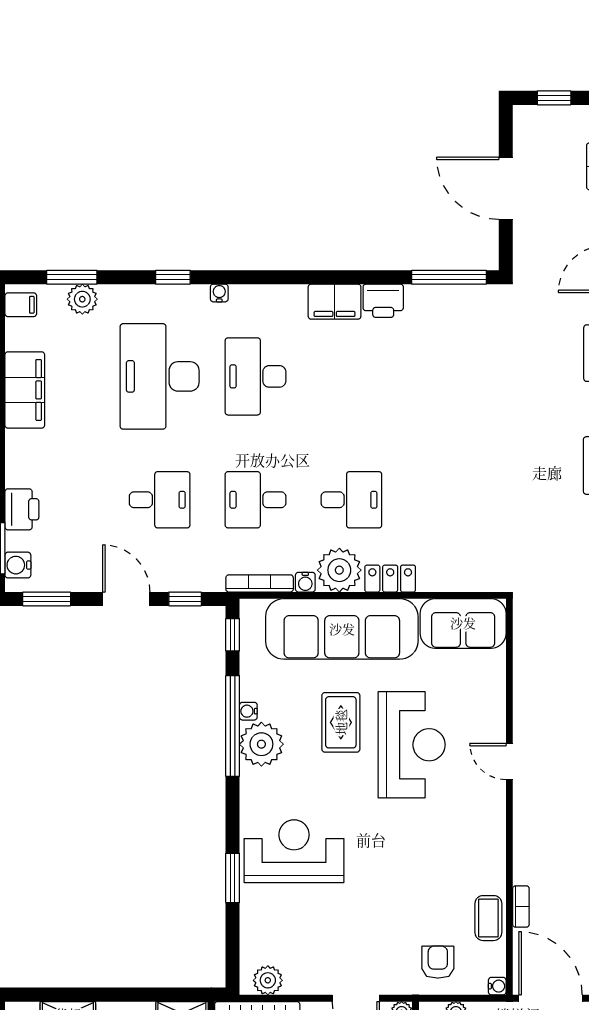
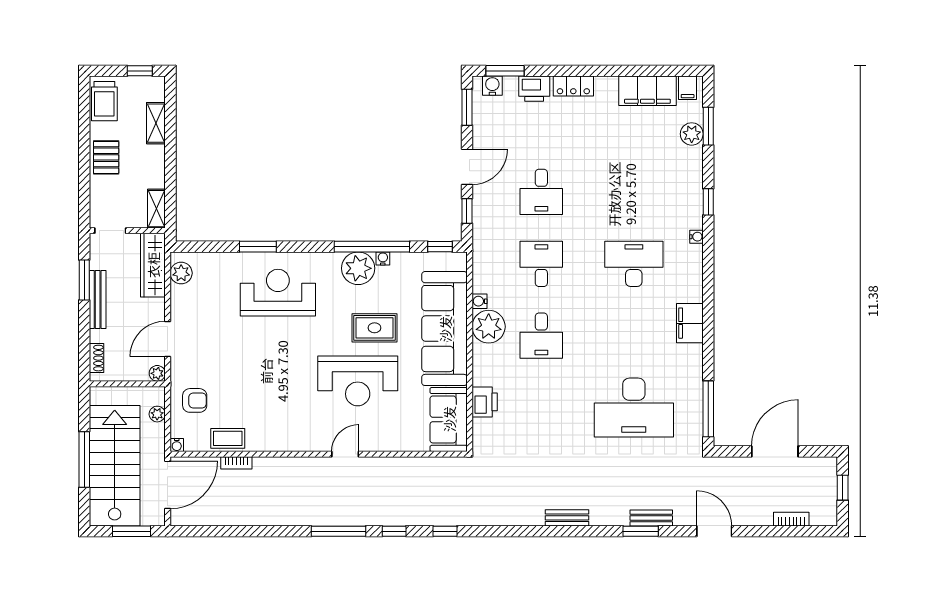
printer: (383, 301) -> (485, 402), moved, turned 180
desk: (160, 376) -> (634, 408), moved, turned 180
filing cabinet: (25, 390) -> (647, 91), moved
locker: (390, 579) -> (573, 86), moved, turned 90
bookcase: (260, 583) -> (479, 267), removed
reception desk: (294, 851) -> (278, 293), turned -90

